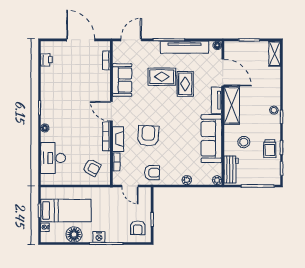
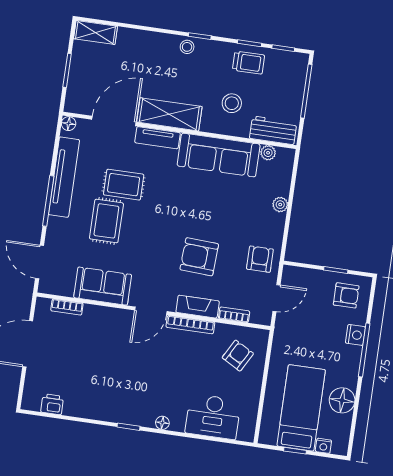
plant: (217, 180) -> (268, 153), moved
nightstand: (99, 237) -> (355, 335), moved

